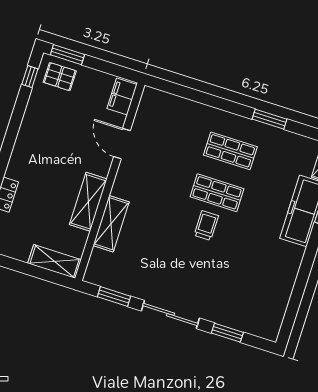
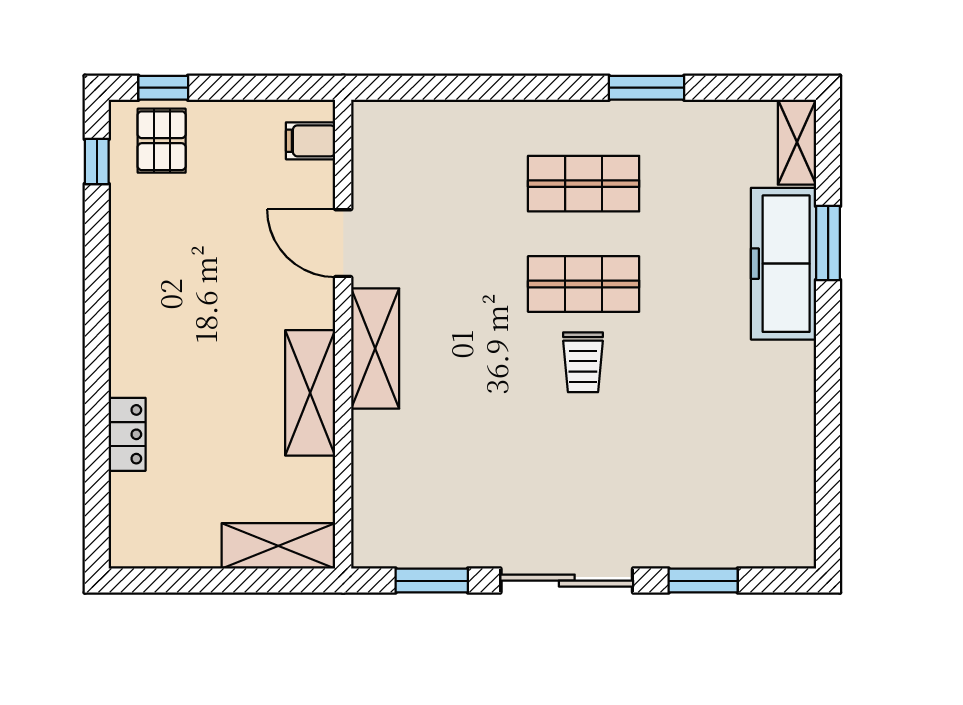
window: (67, 55) -> (163, 88), width x0.67
pallet: (60, 77) -> (162, 141), turned 90
filing cabinet: (122, 97) -> (311, 141), width x0.50
shelving: (111, 224) -> (375, 348), moved
trolley: (206, 225) -> (583, 362), turned 180

